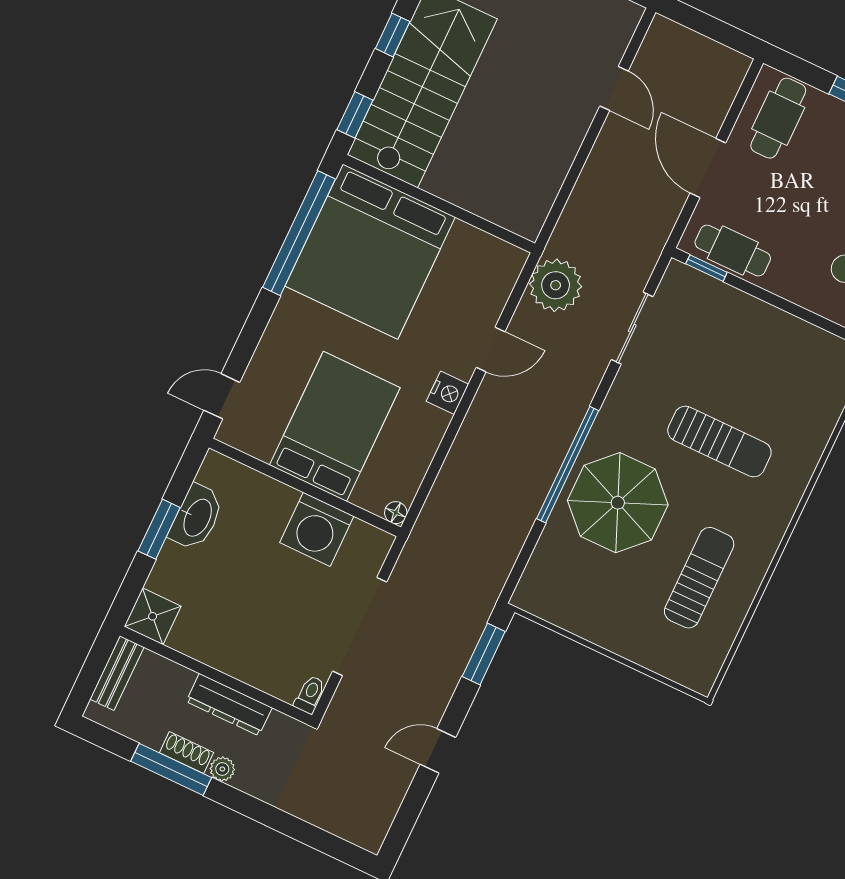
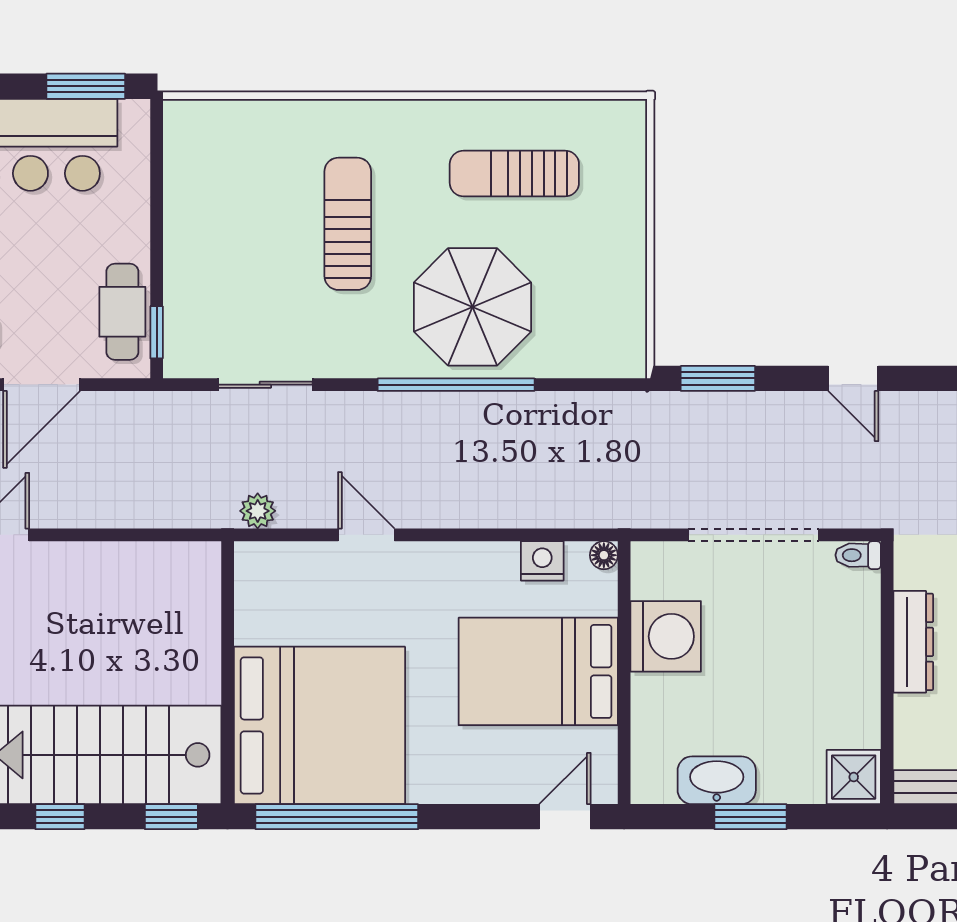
plant: (556, 285) -> (258, 511), width x0.53, depth x0.53
nightstand: (447, 393) -> (542, 561), moved
door: (222, 396) -> (565, 817), swing flipped

